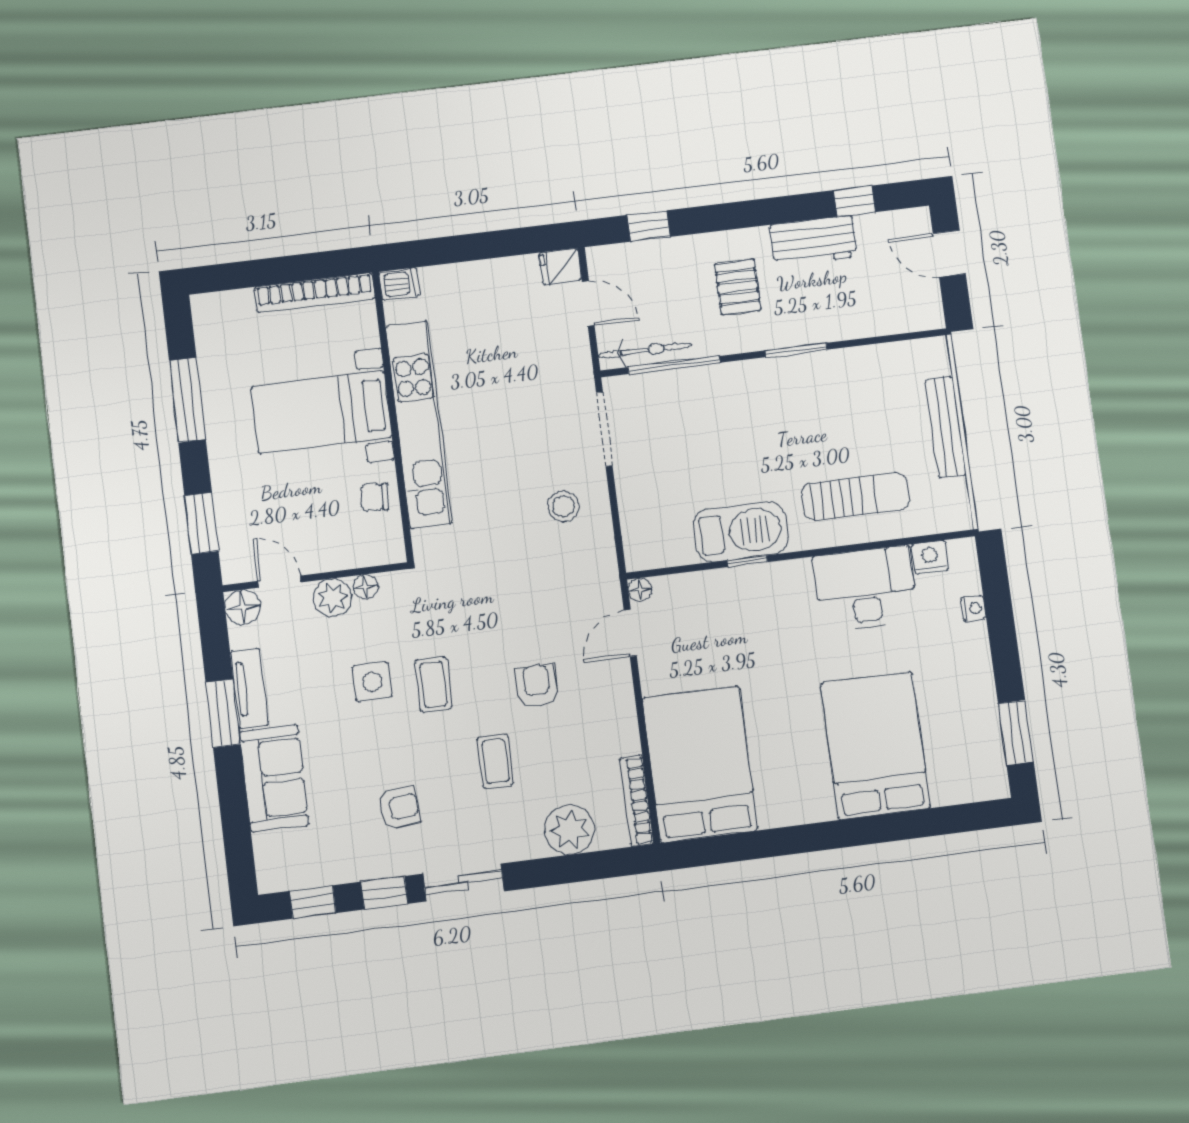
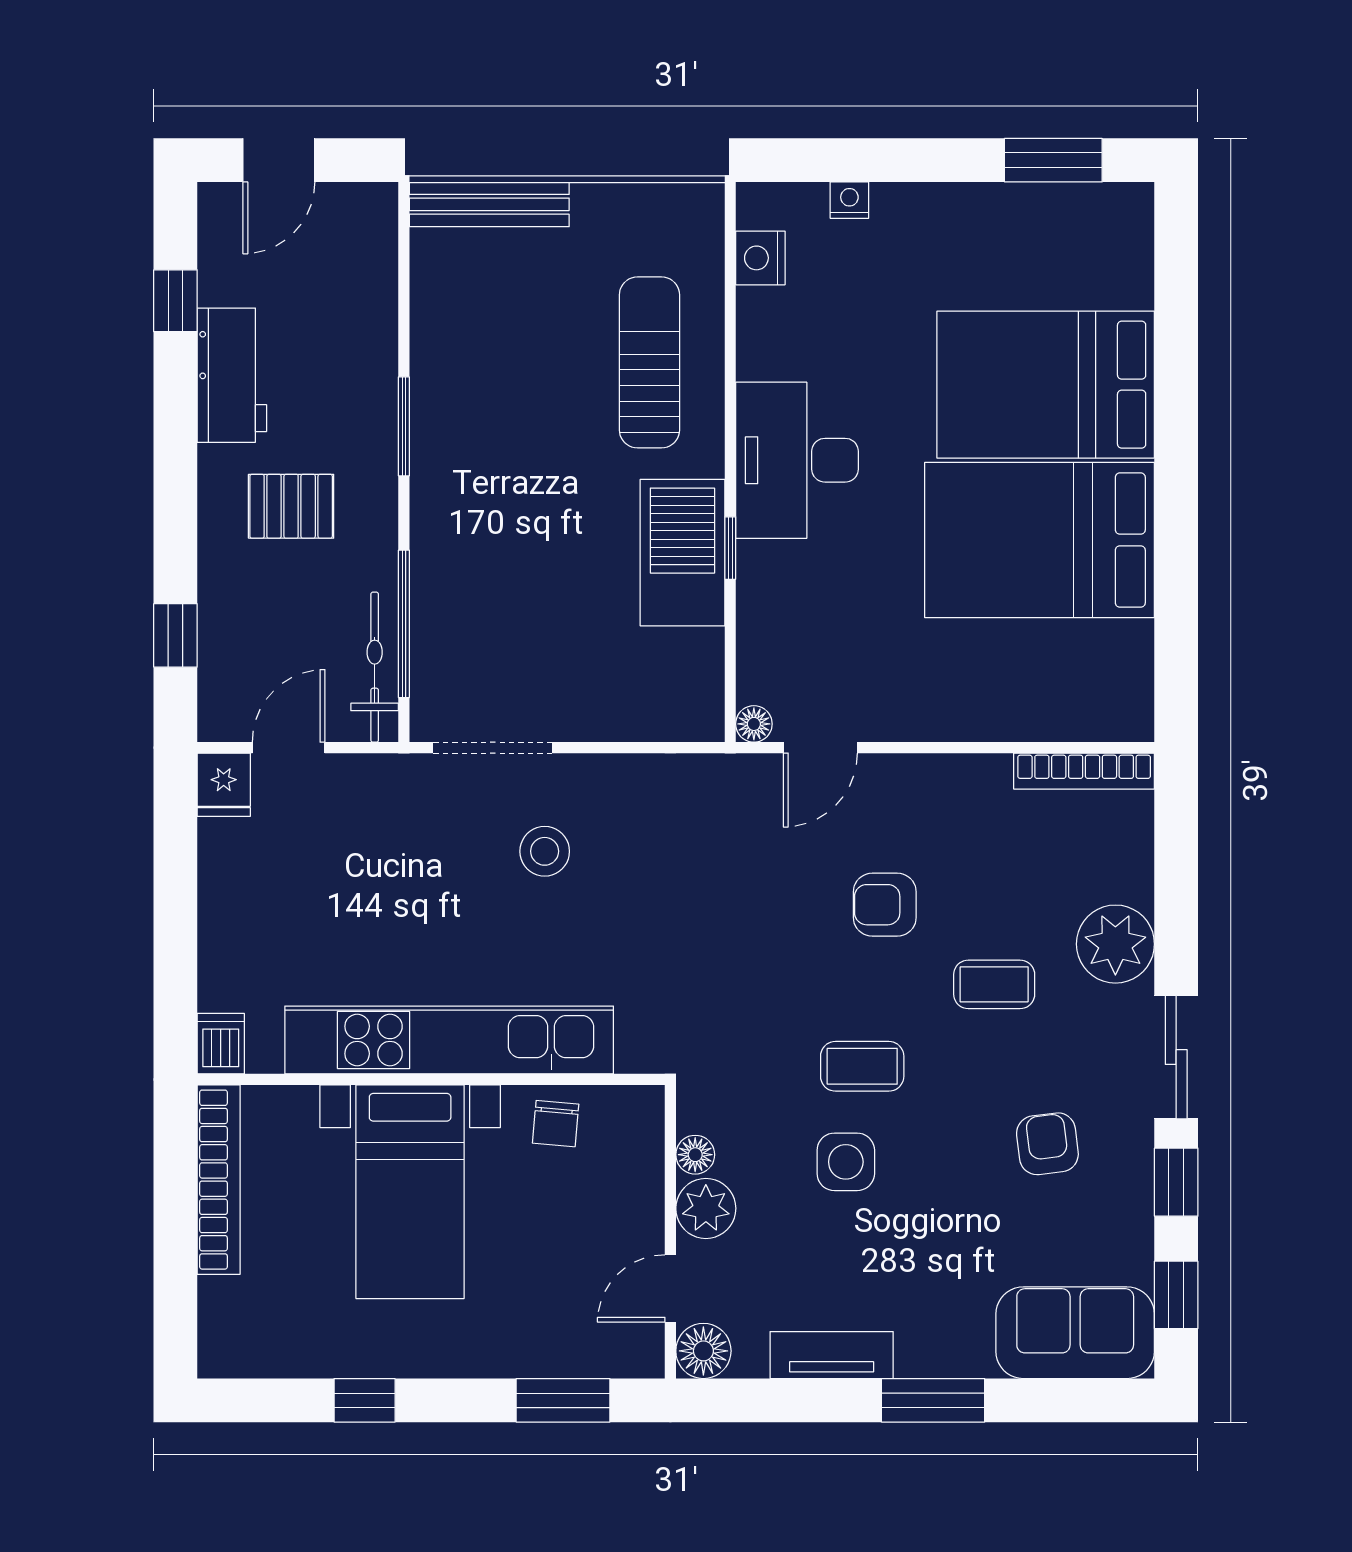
window: (187, 400) -> (365, 1400), width x0.46
bench: (946, 427) -> (489, 204), moved
stool: (564, 506) -> (545, 851), moved
desk: (865, 589) -> (797, 460), moved
door: (630, 633) -> (820, 748), hinge flipped
window: (223, 713) -> (933, 1400), moved
bed: (700, 764) -> (1039, 540), moved
sofa: (274, 778) -> (1075, 1333), moved
plant: (570, 830) -> (1115, 944), moved

